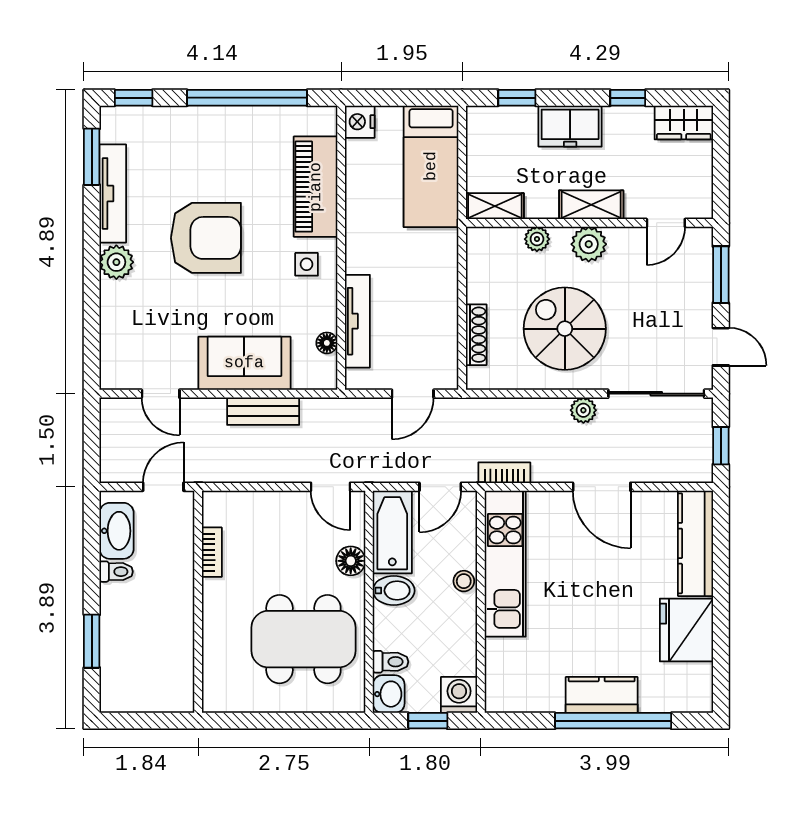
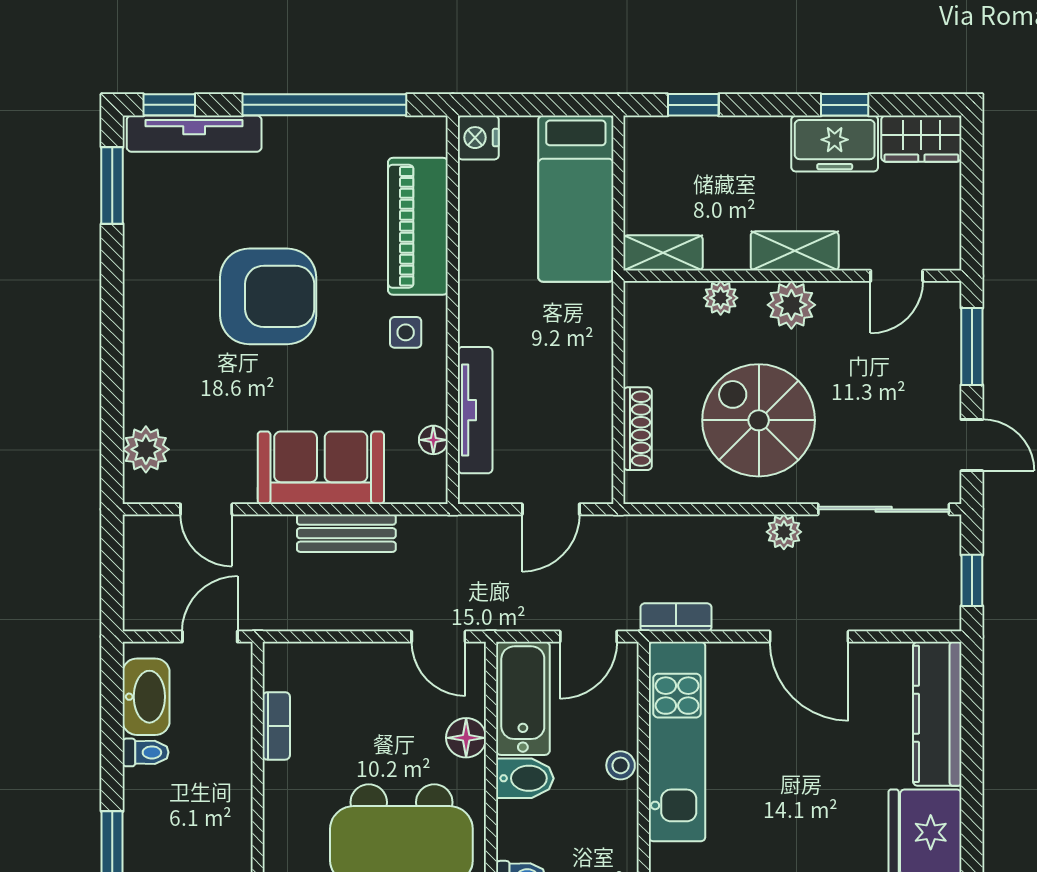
freezer: (570, 126) -> (835, 144), moved
tv unit: (113, 194) -> (194, 134), moved, turned 90
plant: (116, 262) -> (146, 449), moved

